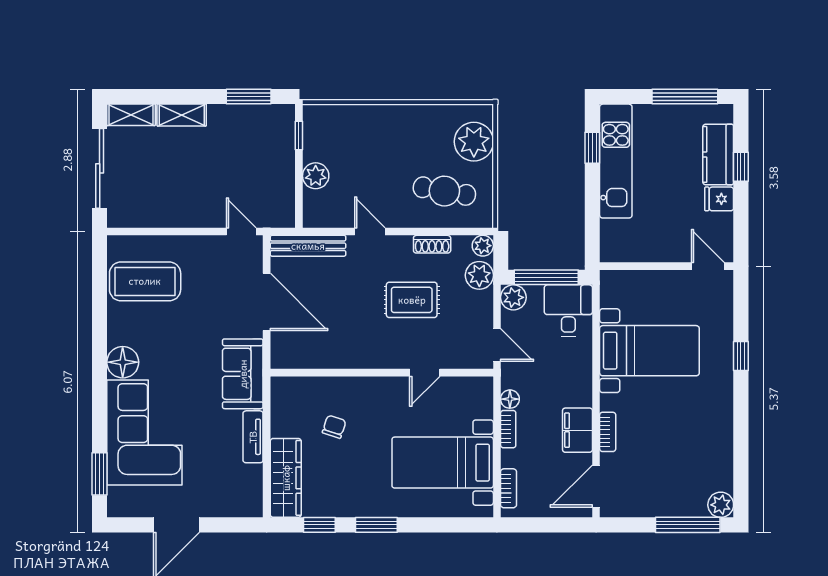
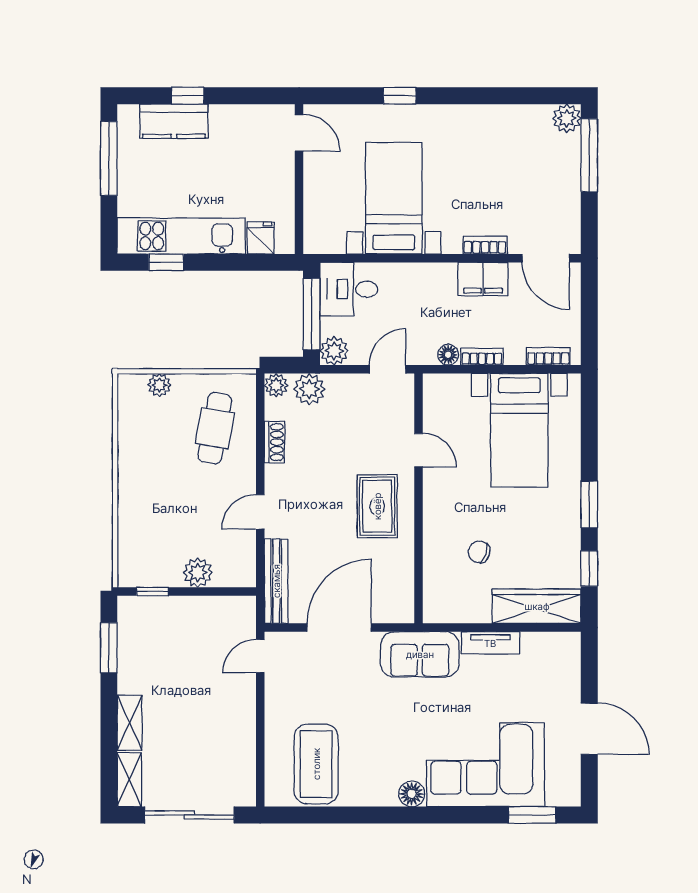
plant: (474, 142) -> (159, 385), width x0.53, depth x0.53
fridge: (719, 199) -> (261, 238), moved, turned 180
door: (708, 266) -> (299, 133), swing flipped
rug: (412, 300) -> (377, 506), moved
floor lamp: (123, 362) -> (412, 794), width x0.73, depth x0.73

